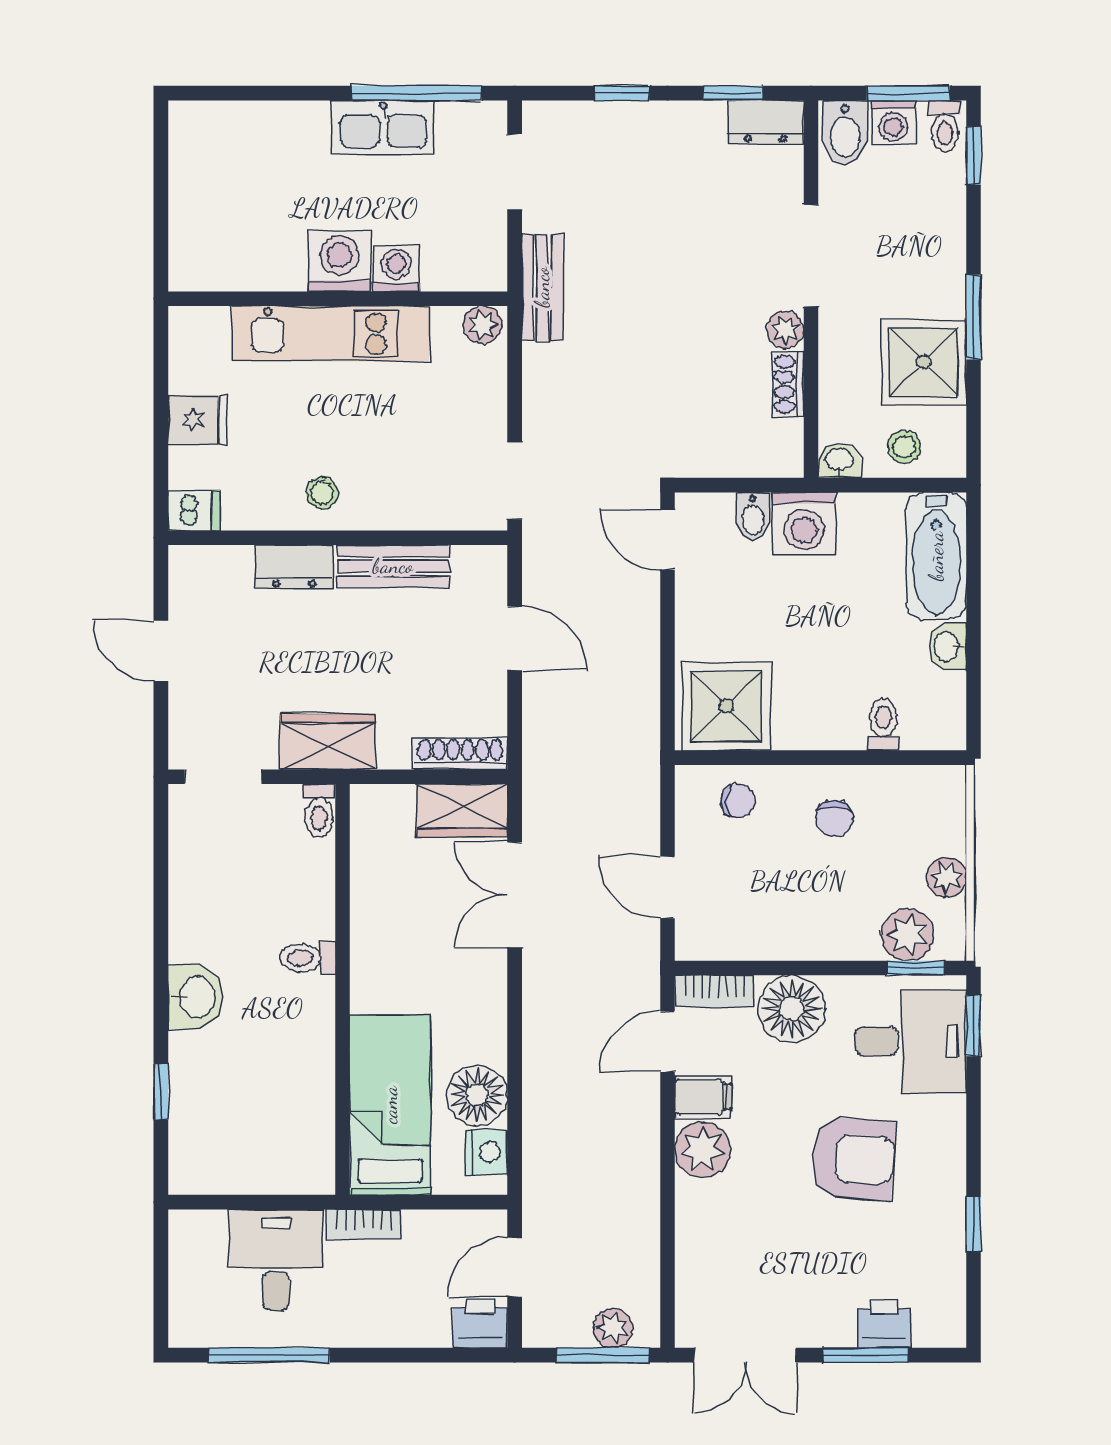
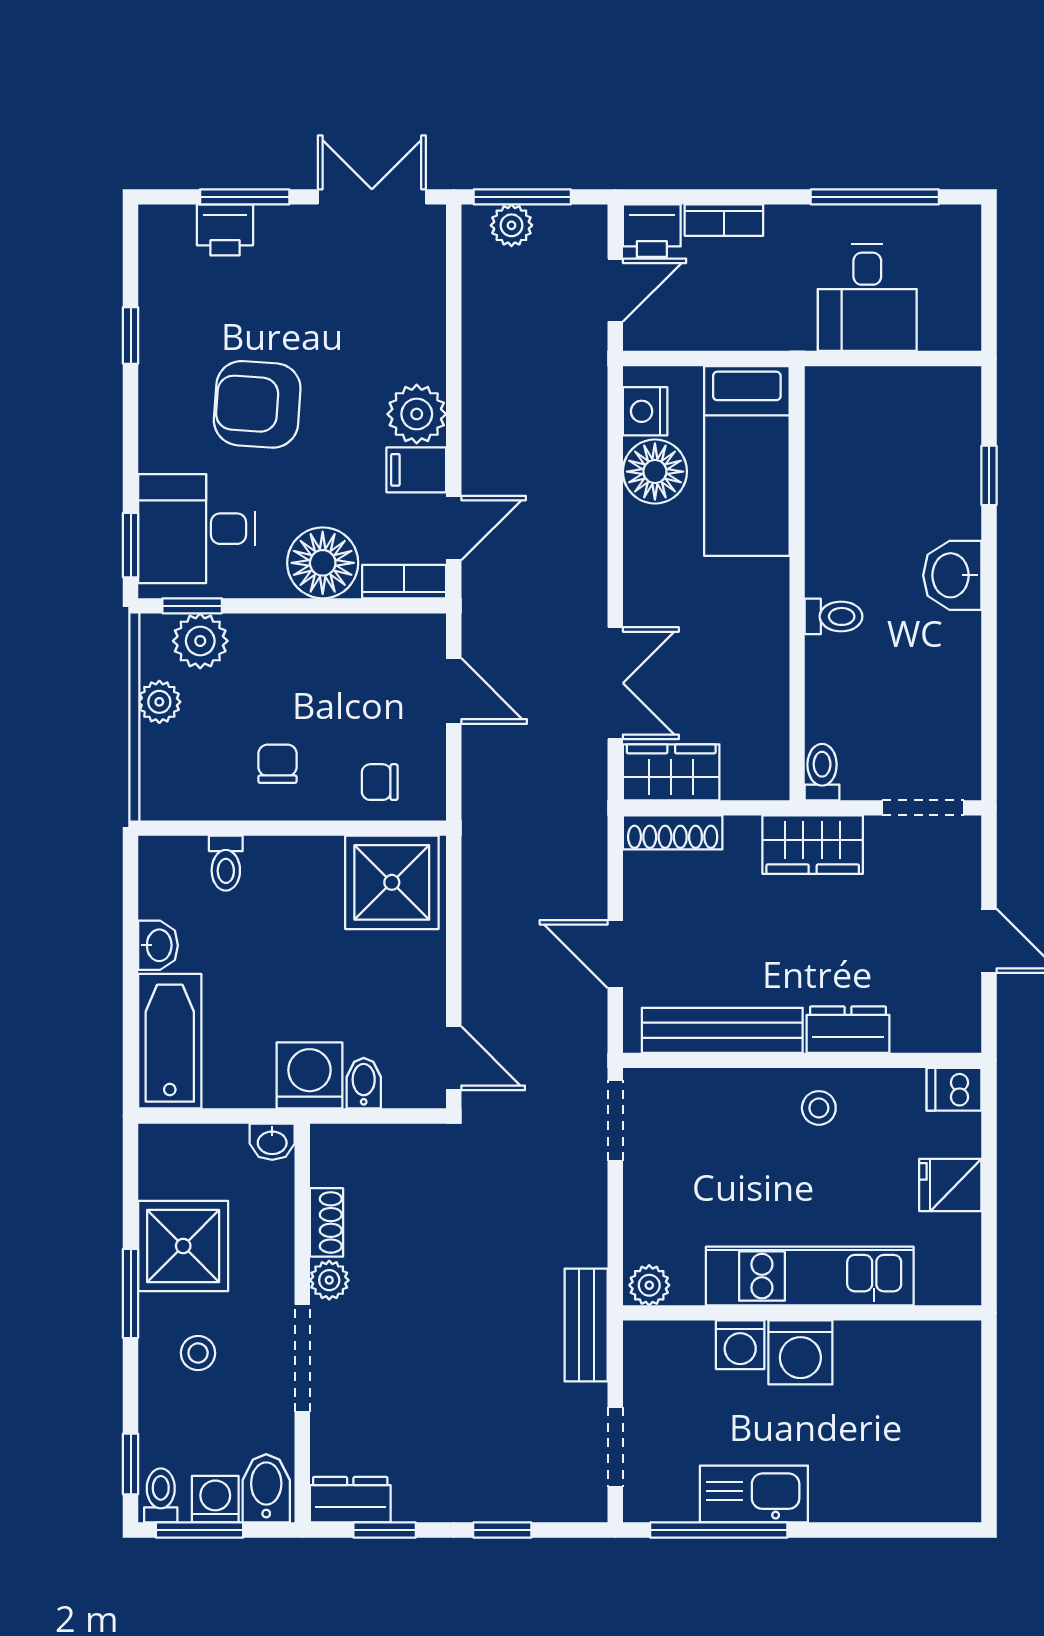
stool: (904, 447) -> (198, 1353), moved
bench: (393, 566) -> (722, 1030), width x1.36
bookcase: (364, 1224) -> (724, 220), moved, turned 180

